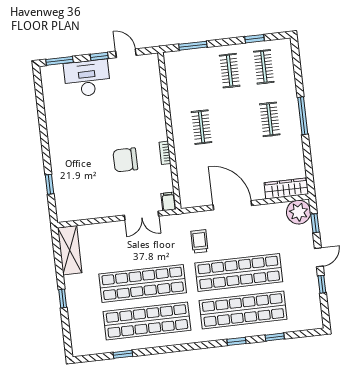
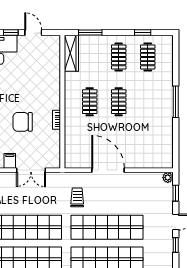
clothes rail: (270, 119) -> (119, 102), moved
wardrobe: (286, 188) -> (71, 53), moved, turned 90
filing cabinet: (168, 201) -> (10, 161), moved
plant: (299, 212) -> (168, 178), width x0.53, depth x0.53

